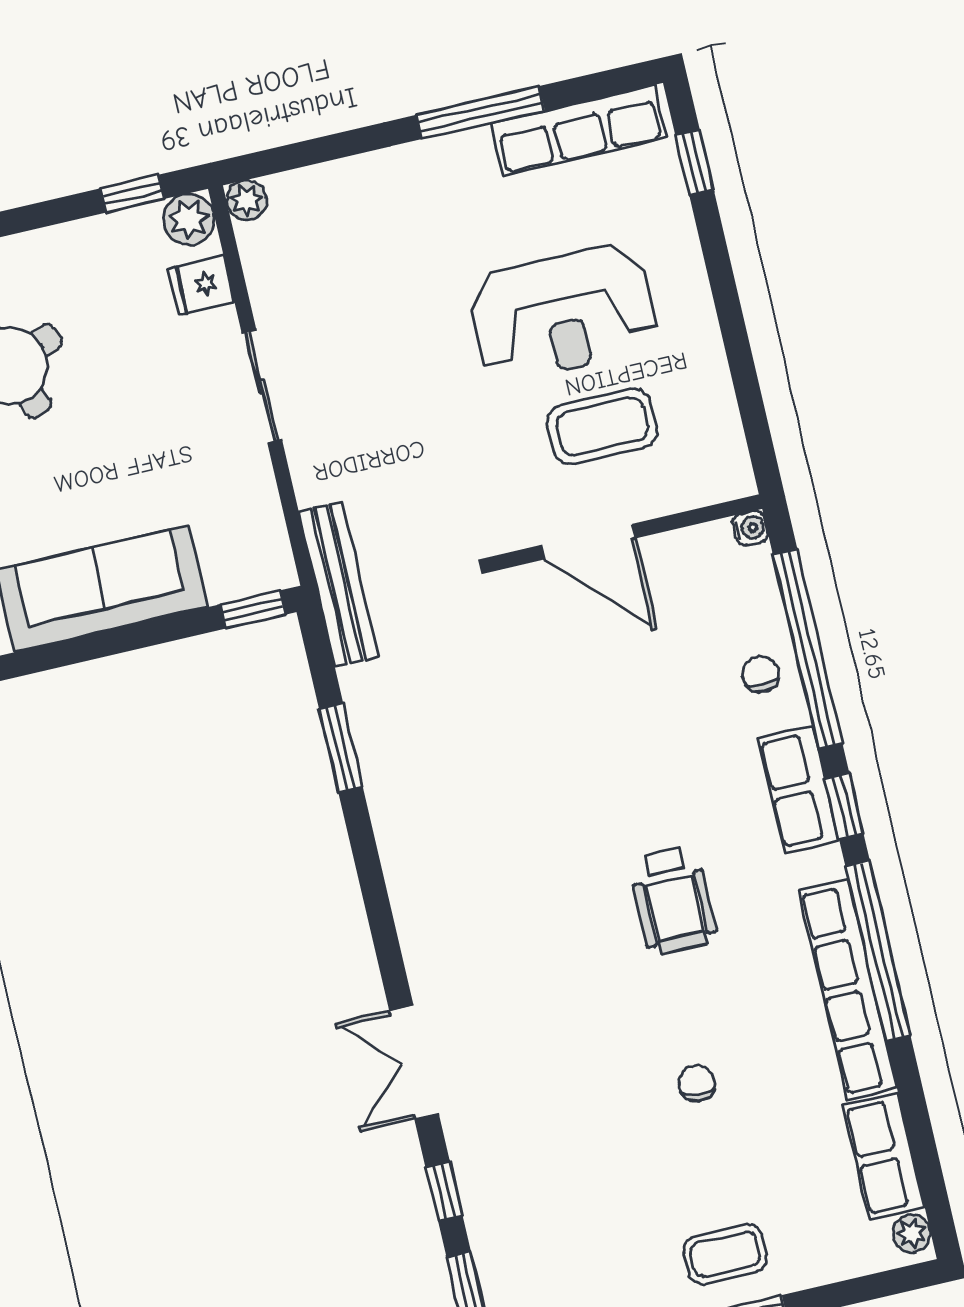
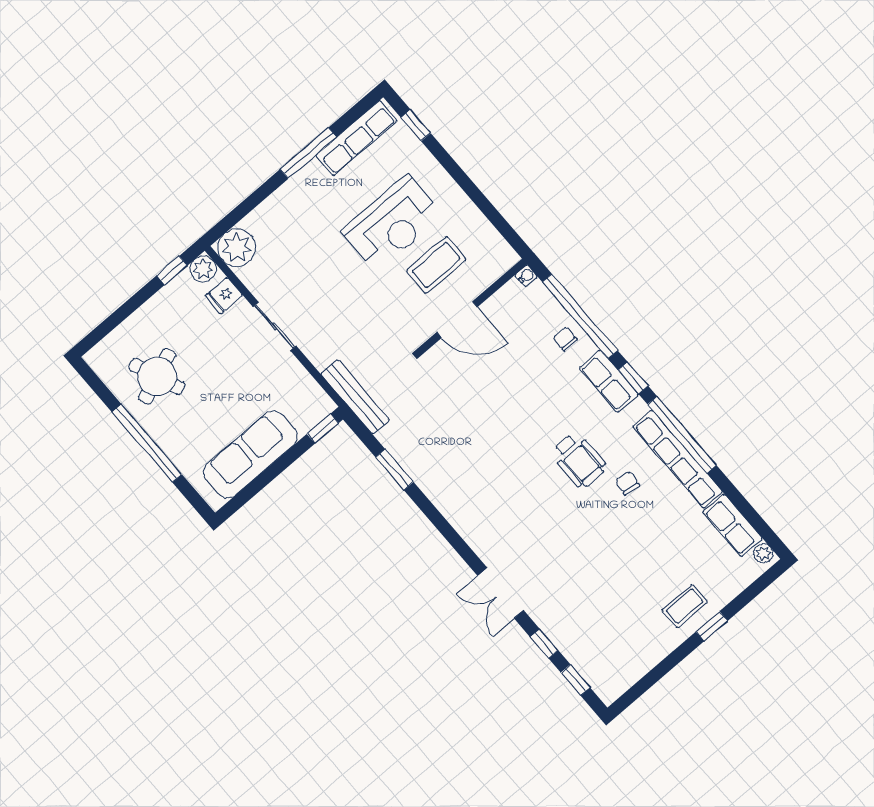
plant: (247, 200) -> (237, 248), width x1.87, depth x1.87
chair: (697, 1083) -> (628, 483), moved

